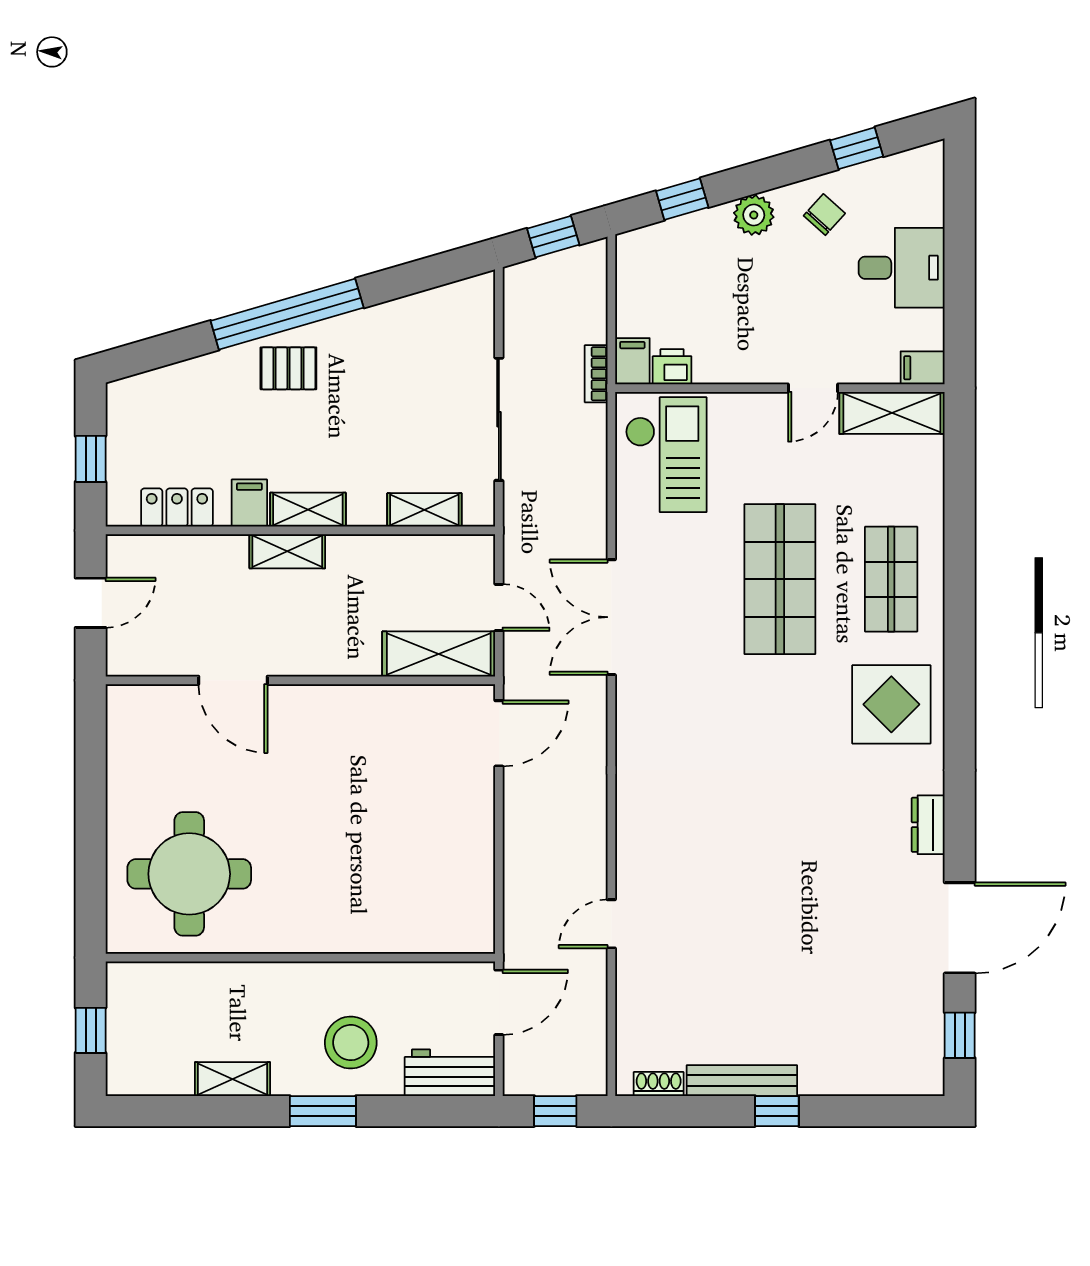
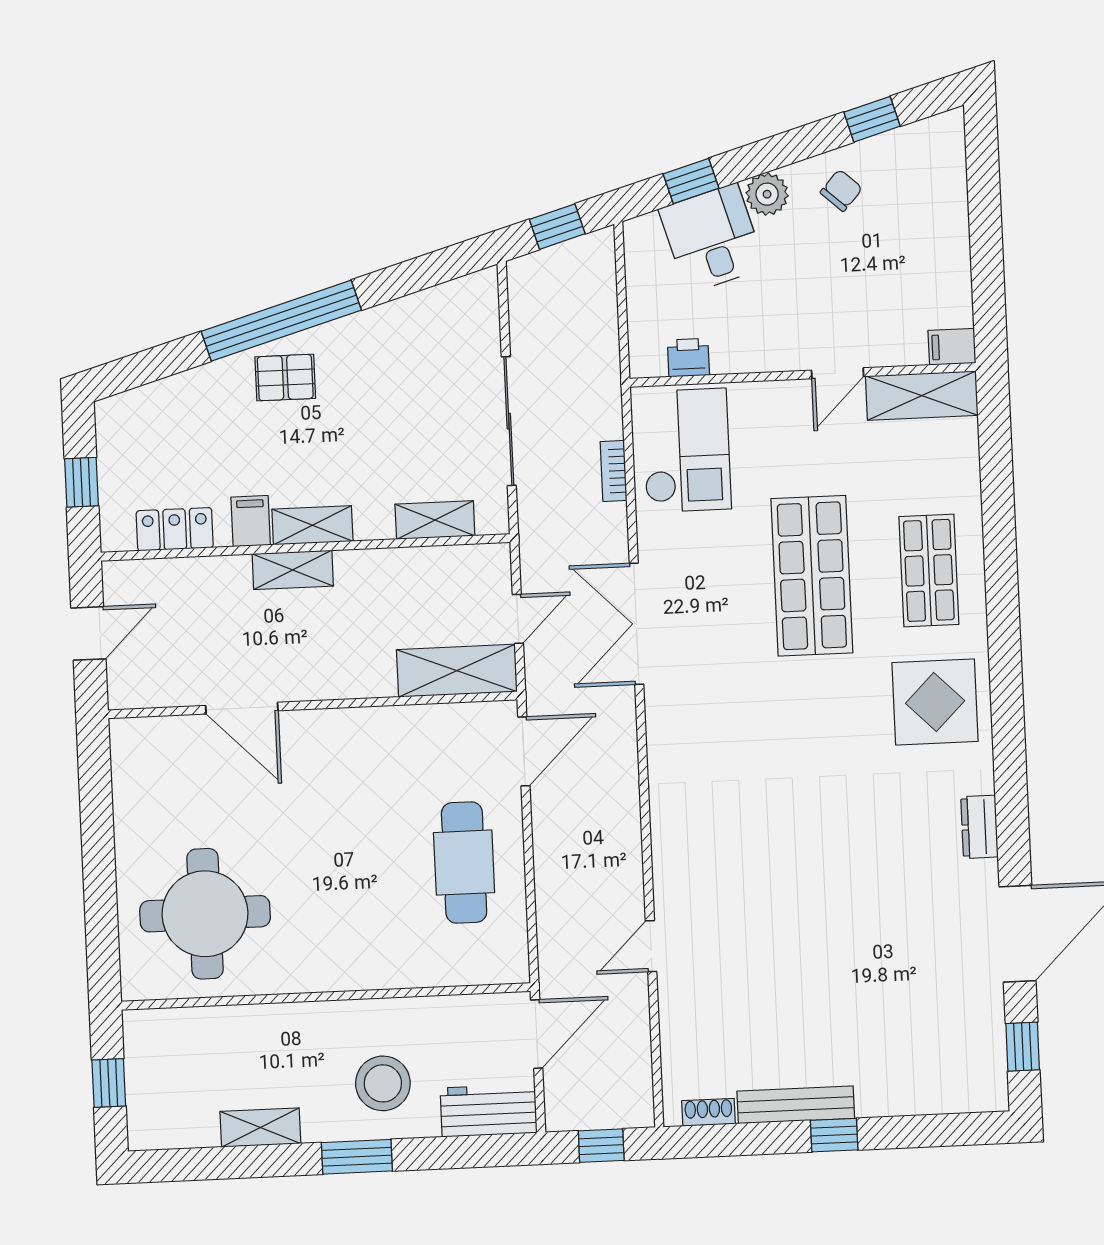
desk: (902, 268) -> (712, 238), moved, turned -106
filing cabinet: (632, 361) -> (646, 354), removed
bookcase: (596, 374) -> (614, 471), moved
door: (499, 607) -> (518, 619), hinge flipped
cafe table: (437, 836) -> (464, 863), added

